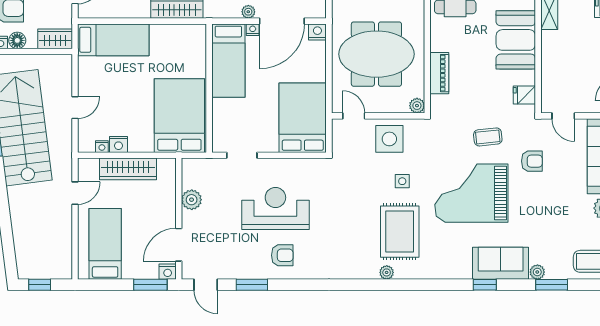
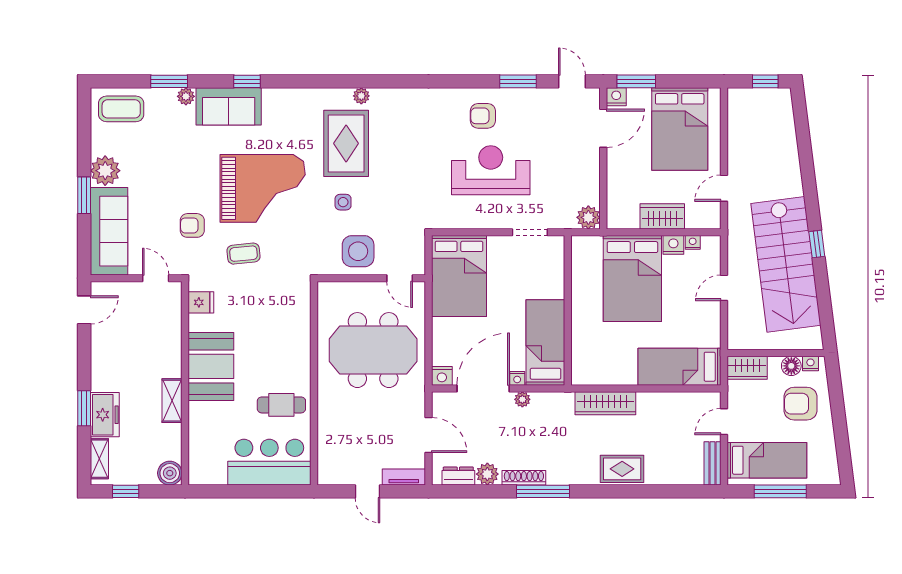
piano: (439, 73) -> (300, 328), removed
plant: (417, 106) -> (326, 290), removed
bed: (179, 116) -> (632, 279), moved
wardrobe: (128, 169) -> (662, 216), width x0.67
plant: (192, 200) -> (588, 217), moved
reception desk: (275, 209) -> (491, 170), turned 180
bed: (105, 244) -> (680, 129), width x1.50

